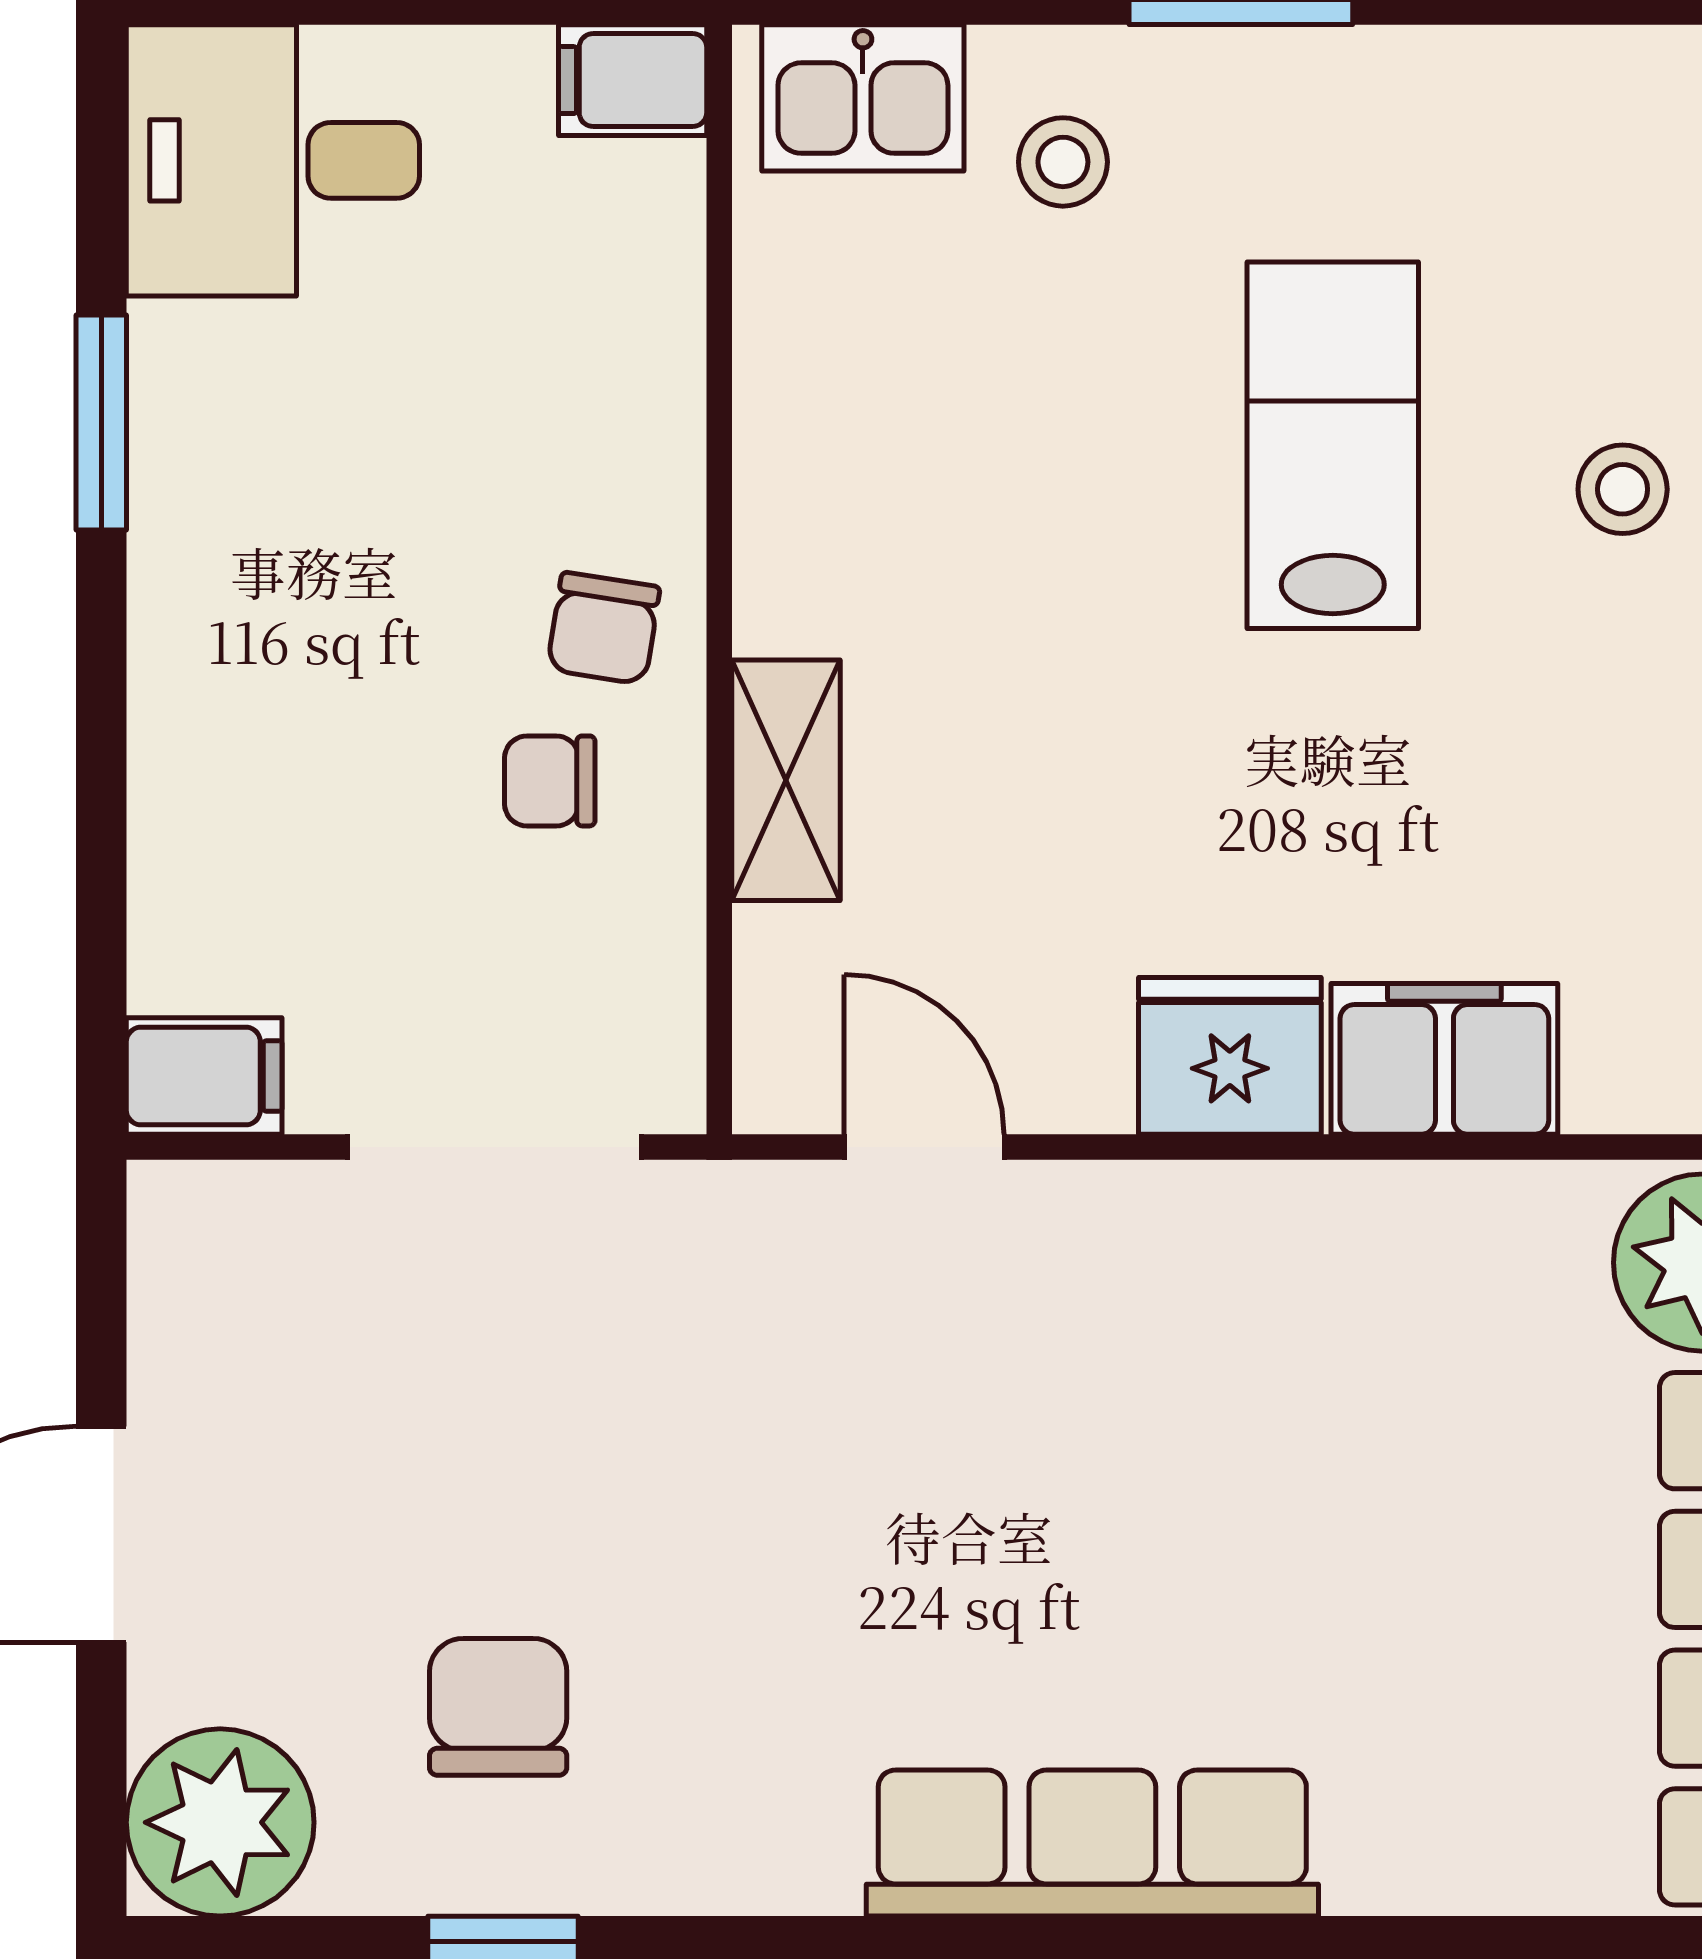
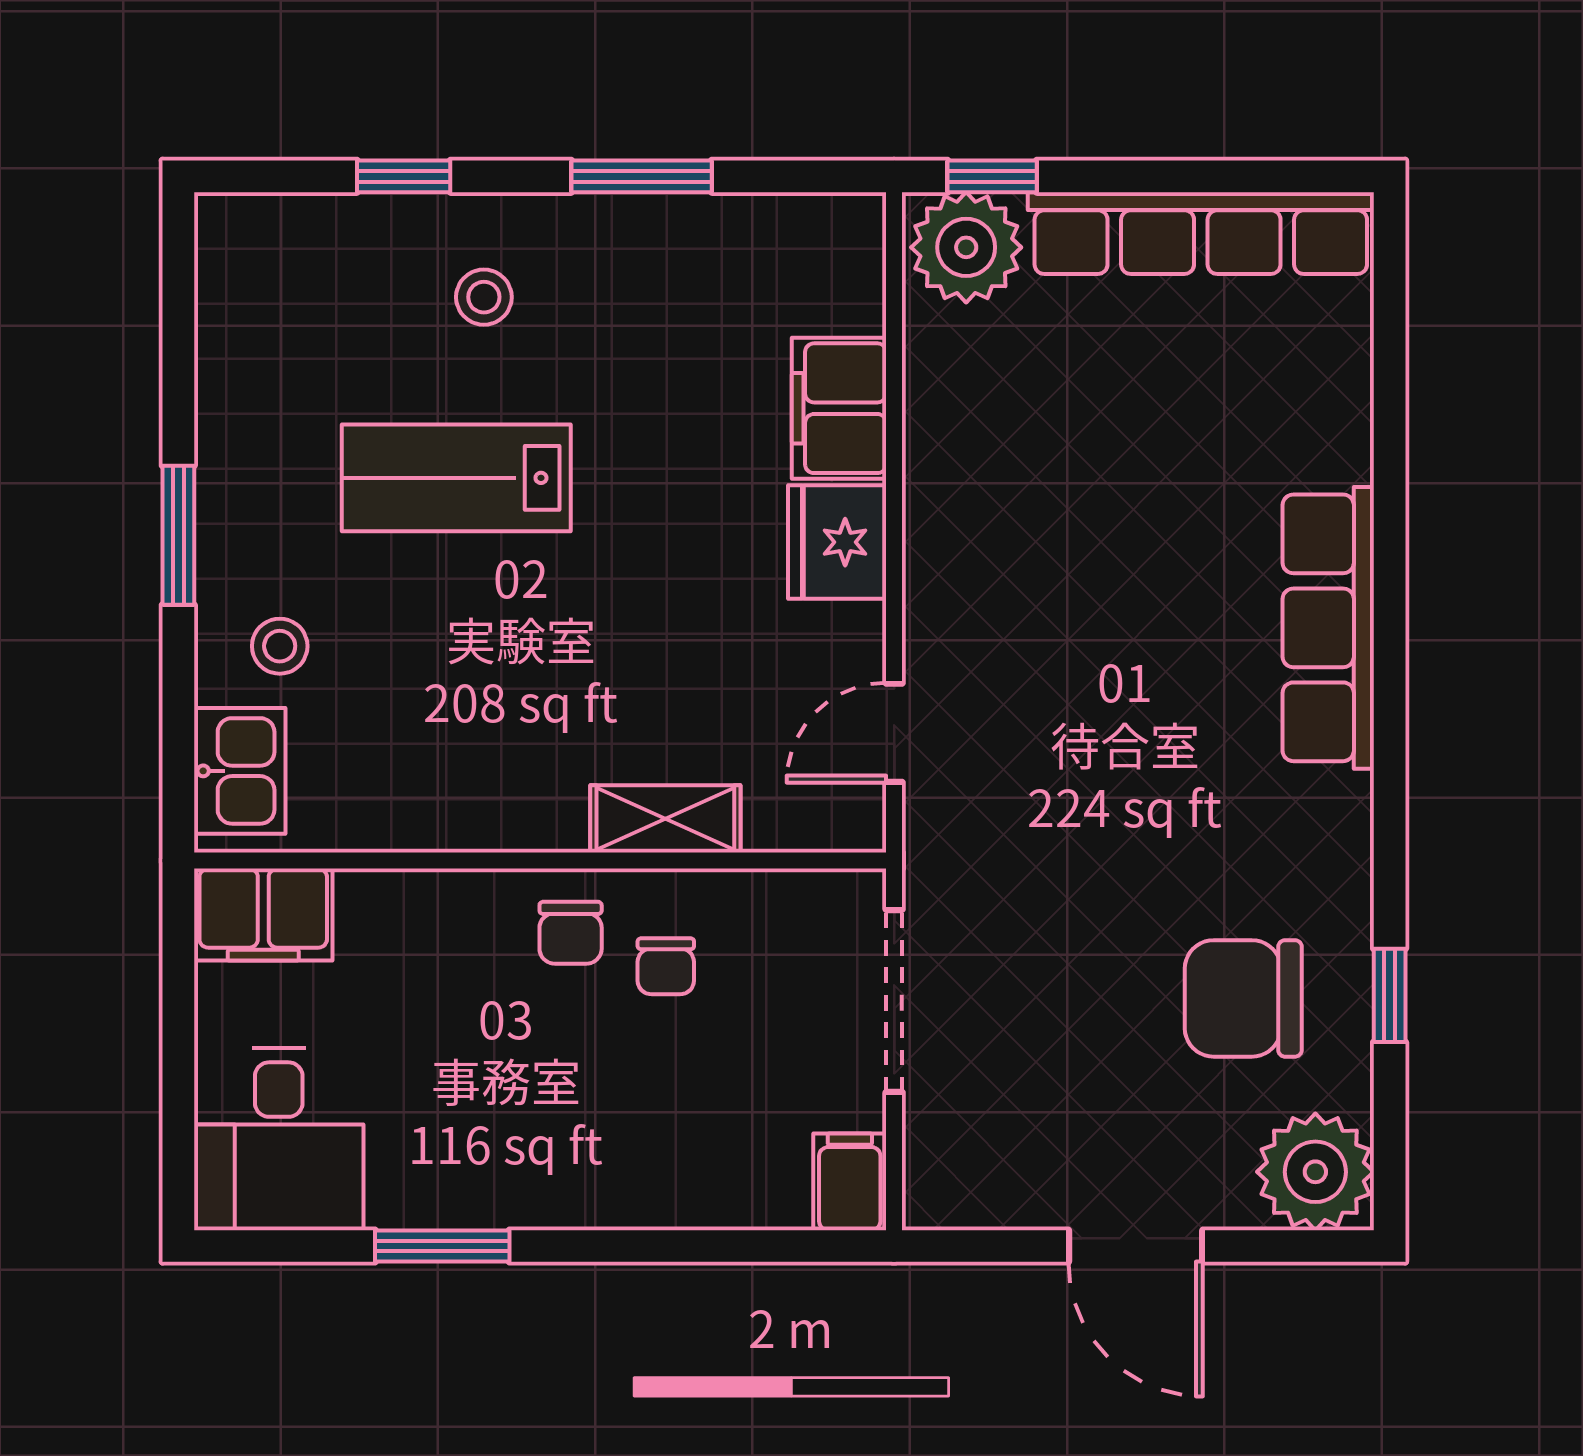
filing cabinet: (633, 80) -> (263, 915), width x2.00
chair: (604, 628) -> (571, 933), turned 81
chair: (498, 1707) -> (1243, 998), width x1.37, depth x1.37

